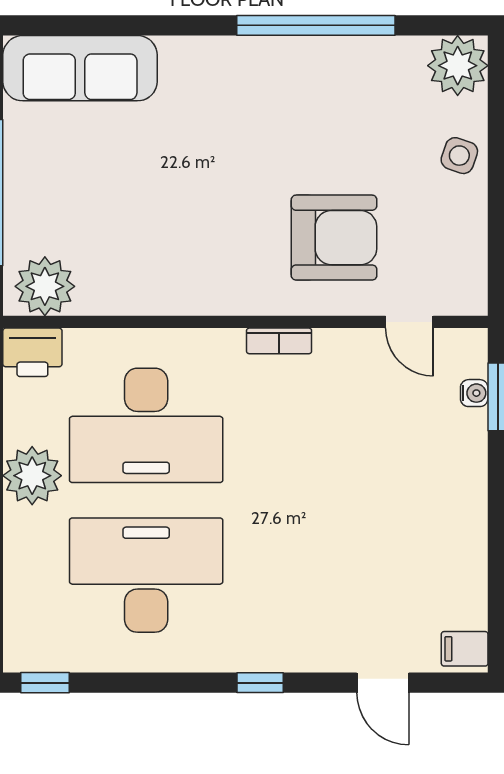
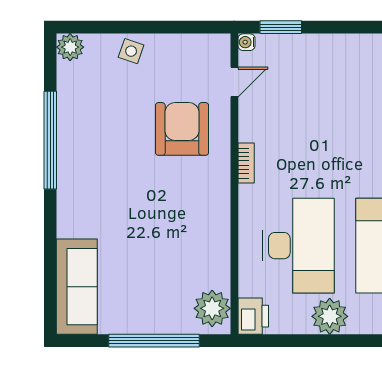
plant: (458, 66) -> (70, 47), width x0.73, depth x0.73
water cooler: (474, 393) -> (247, 42), moved, turned -90

